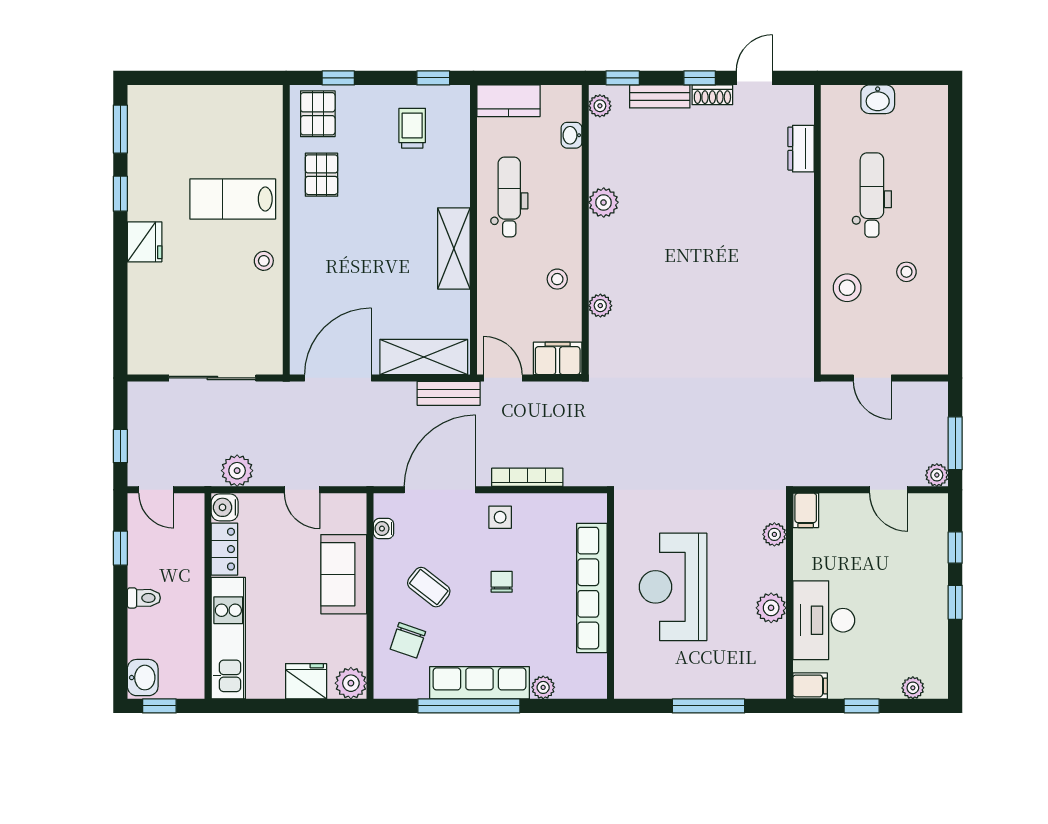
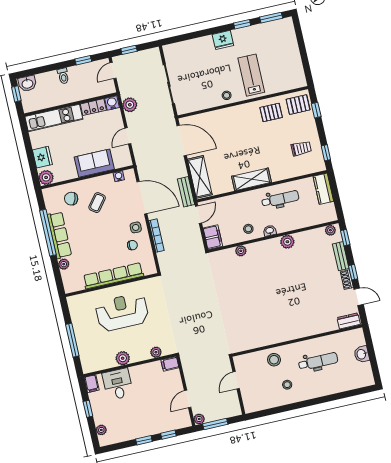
washbasin: (572, 135) -> (270, 231), moved
dresser: (801, 149) -> (349, 321), moved
chair: (502, 582) -> (132, 245), moved
desk: (824, 620) -> (118, 384), width x0.73

